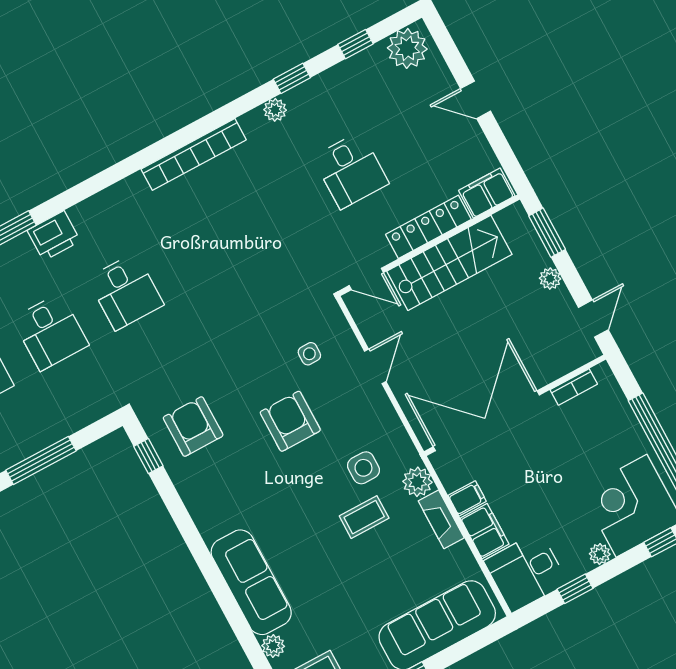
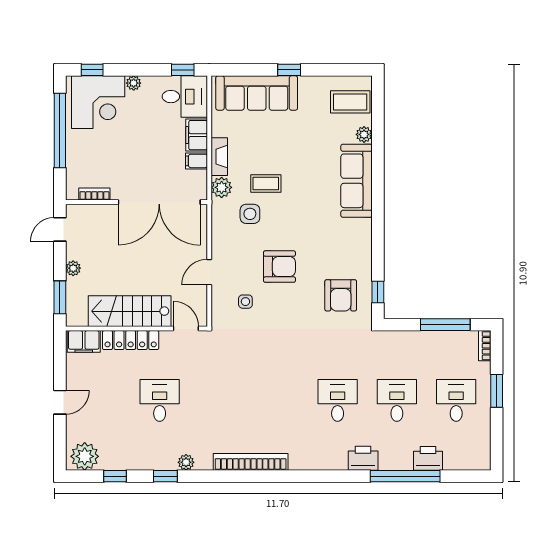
door: (476, 100) -> (60, 402), hinge flipped
armchair: (290, 421) -> (279, 267), turned -90
window: (575, 589) -> (183, 70), moved

